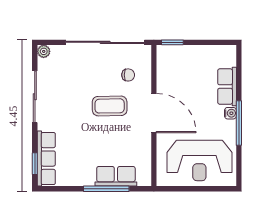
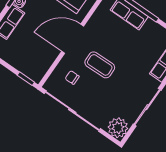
plant: (44, 51) -> (118, 128), width x1.87, depth x1.87
door: (154, 113) -> (73, 39), hinge flipped

